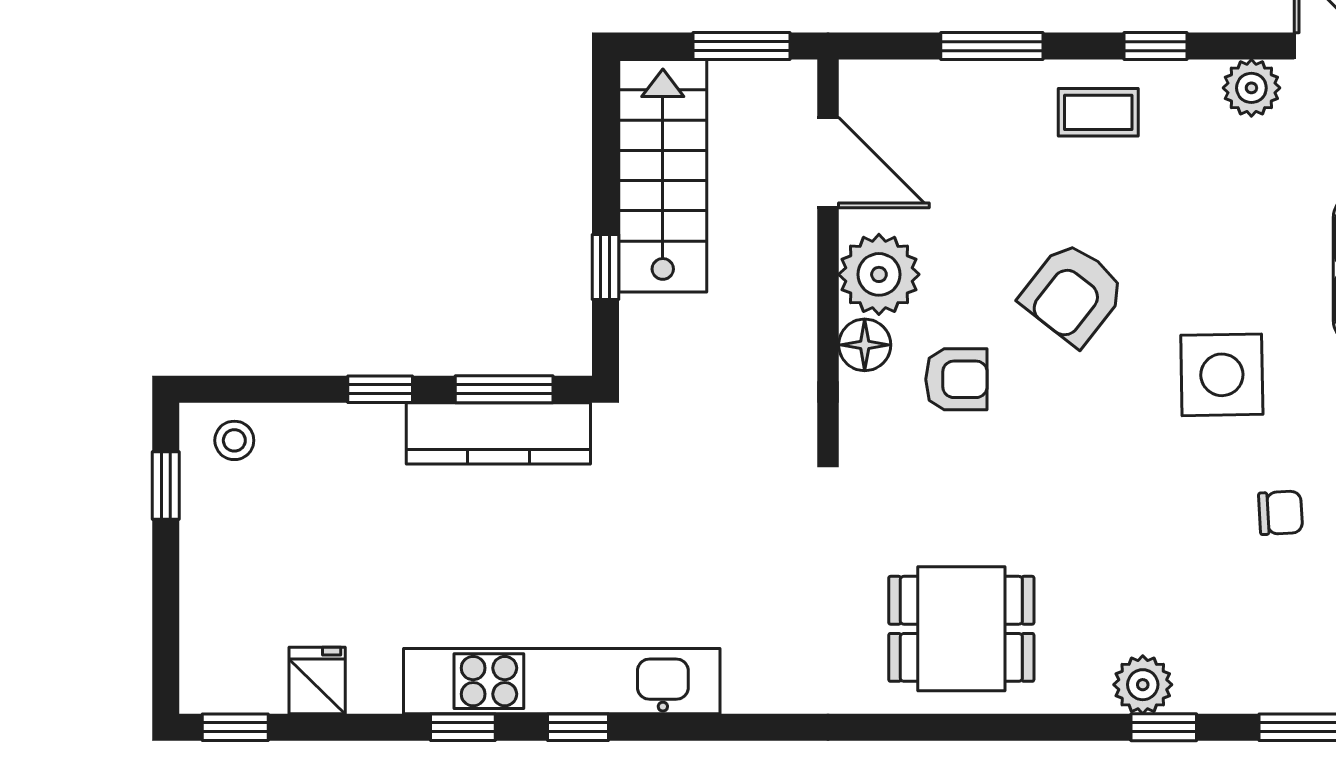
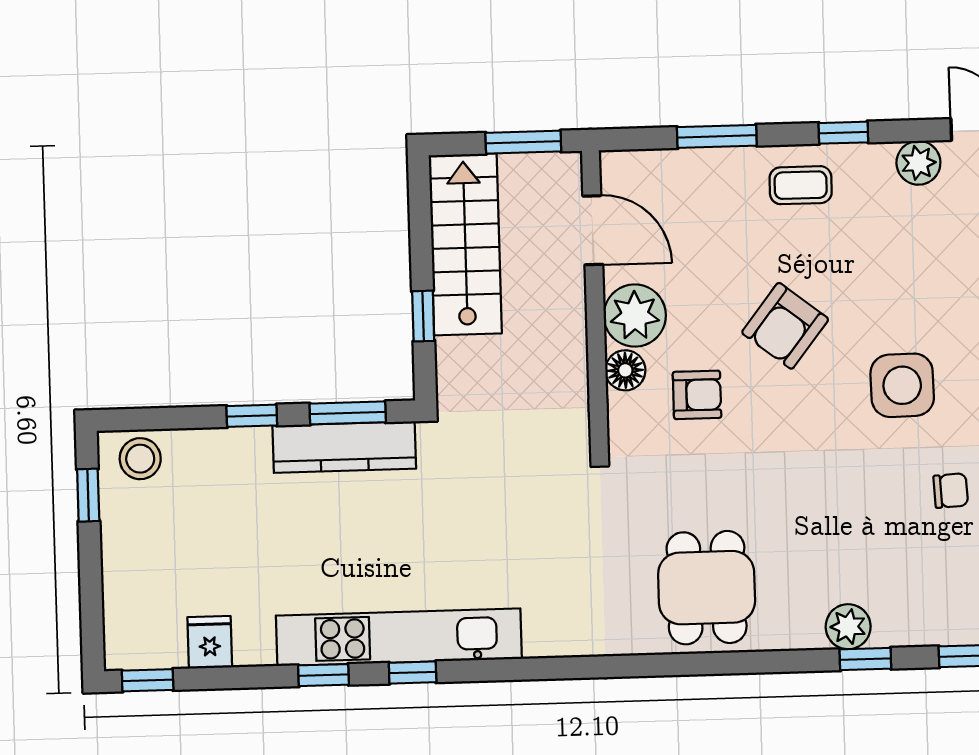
stool: (234, 440) -> (140, 459), width x1.37, depth x1.37
dining table: (961, 629) -> (707, 588), turned 90

